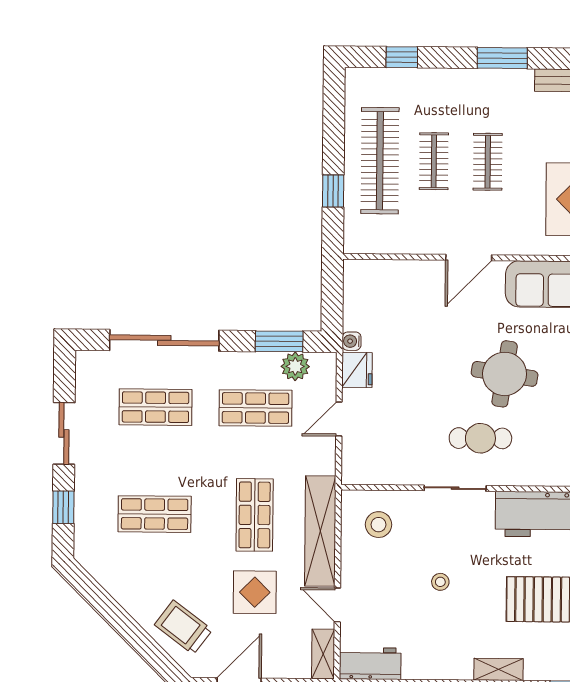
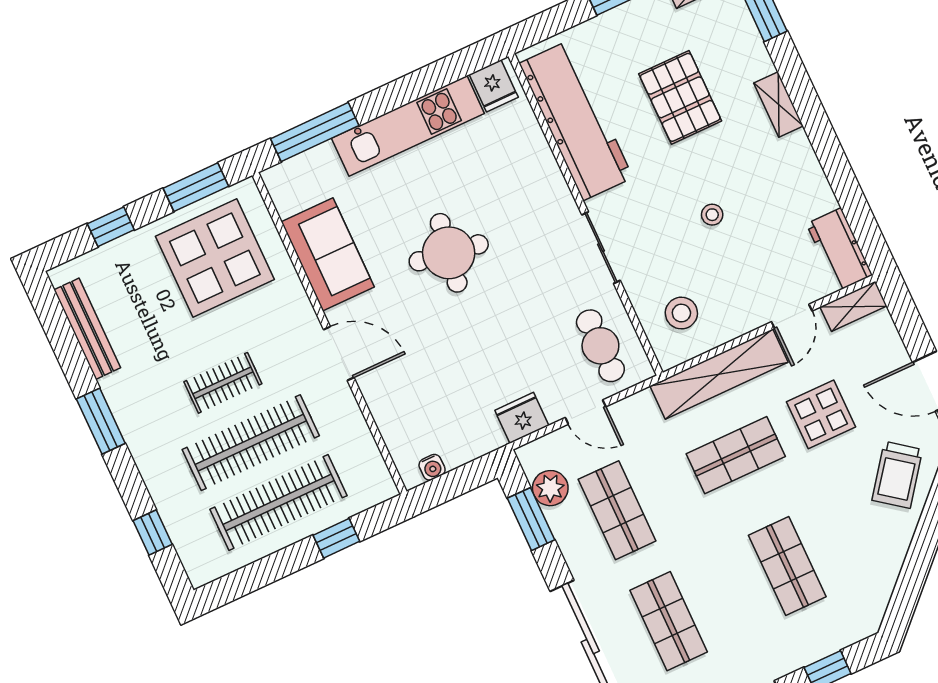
clothes rail: (434, 161) -> (251, 443), width x1.86, depth x1.31
water cooler: (352, 341) -> (432, 467), moved
cafe table: (480, 438) -> (600, 346), moved

